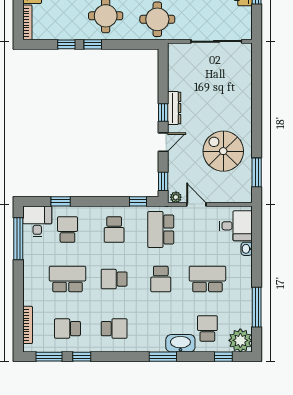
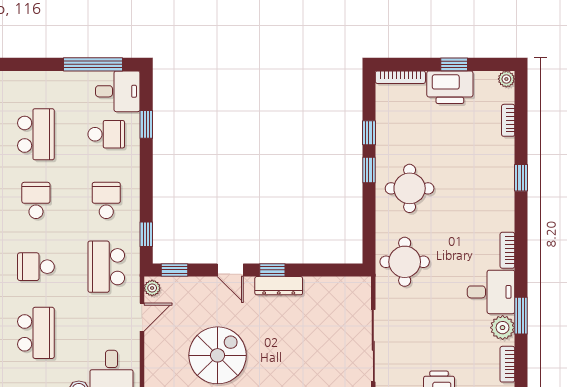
school desk: (114, 230) -> (106, 200), turned 90
school desk: (161, 230) -> (106, 267), turned -90

